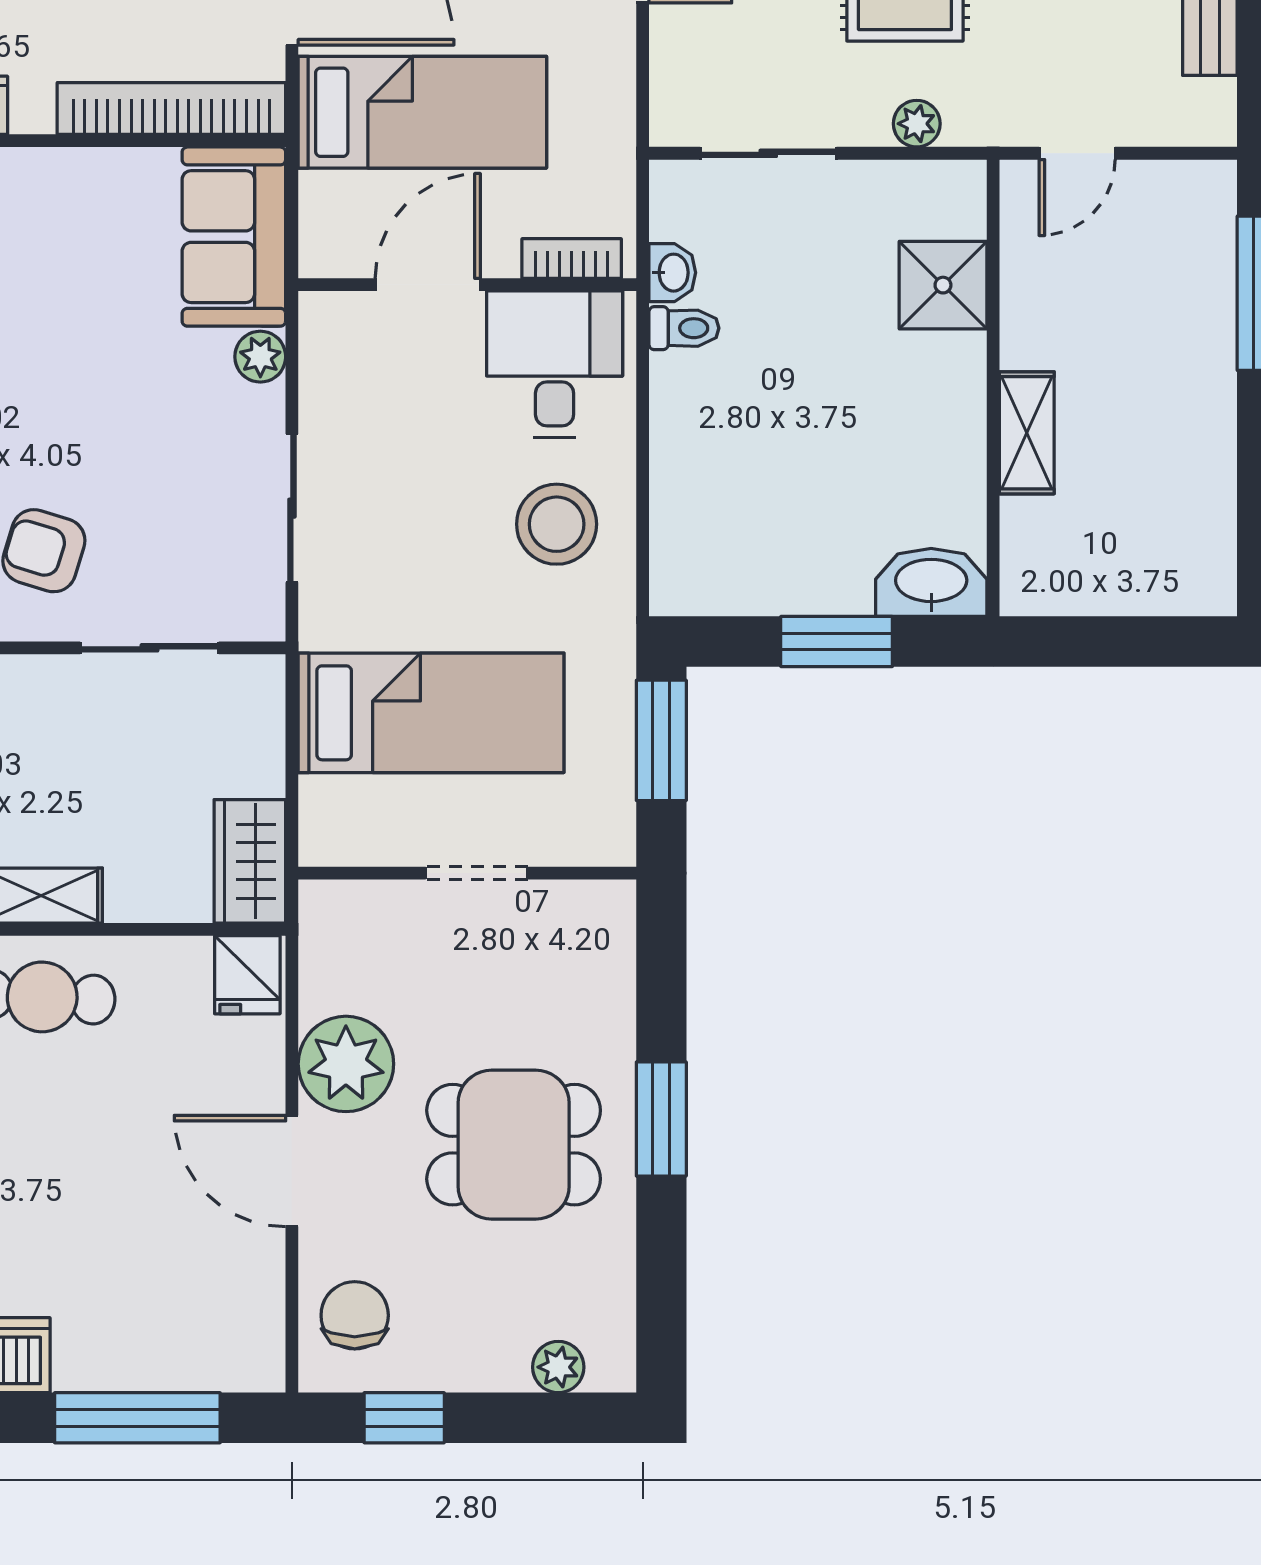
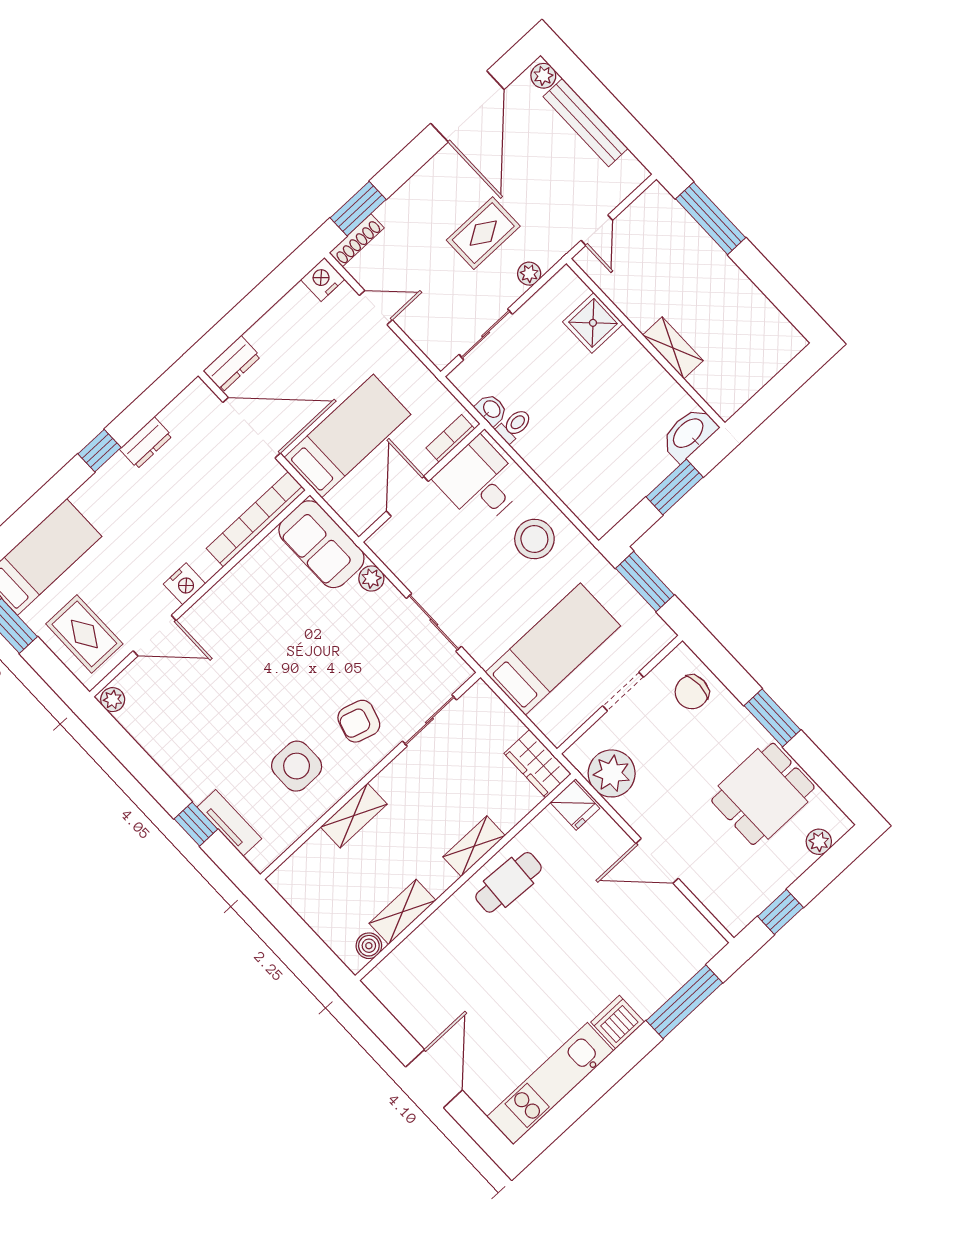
plant: (346, 1064) -> (612, 773), moved
dining table: (514, 1145) -> (763, 794), moved
chair: (355, 1315) -> (692, 692), moved, turned -90

